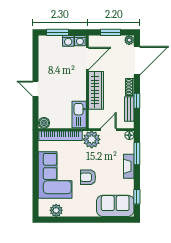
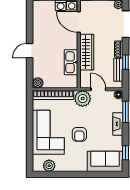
door: (87, 58) -> (79, 22), swing flipped
door: (36, 89) -> (30, 51), hinge flipped
kitchen sink: (79, 114) -> (71, 62), moved
door: (108, 130) -> (98, 89), hinge flipped
armchair: (88, 177) -> (79, 134), turned -90

